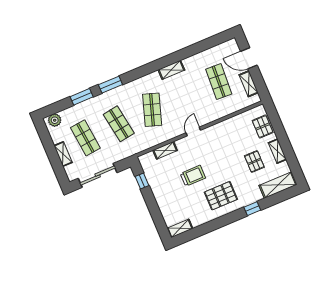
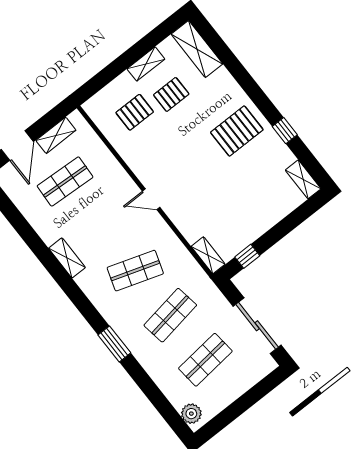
window: (82, 97) -> (145, 383), removed
pallet: (263, 127) -> (135, 112), moved
shelving: (165, 150) -> (208, 255), moved
shelving: (63, 154) -> (239, 387), removed
trolley: (193, 176) -> (218, 182), removed
pallet: (221, 196) -> (237, 131), turned 90
window: (252, 209) -> (285, 131), moved

